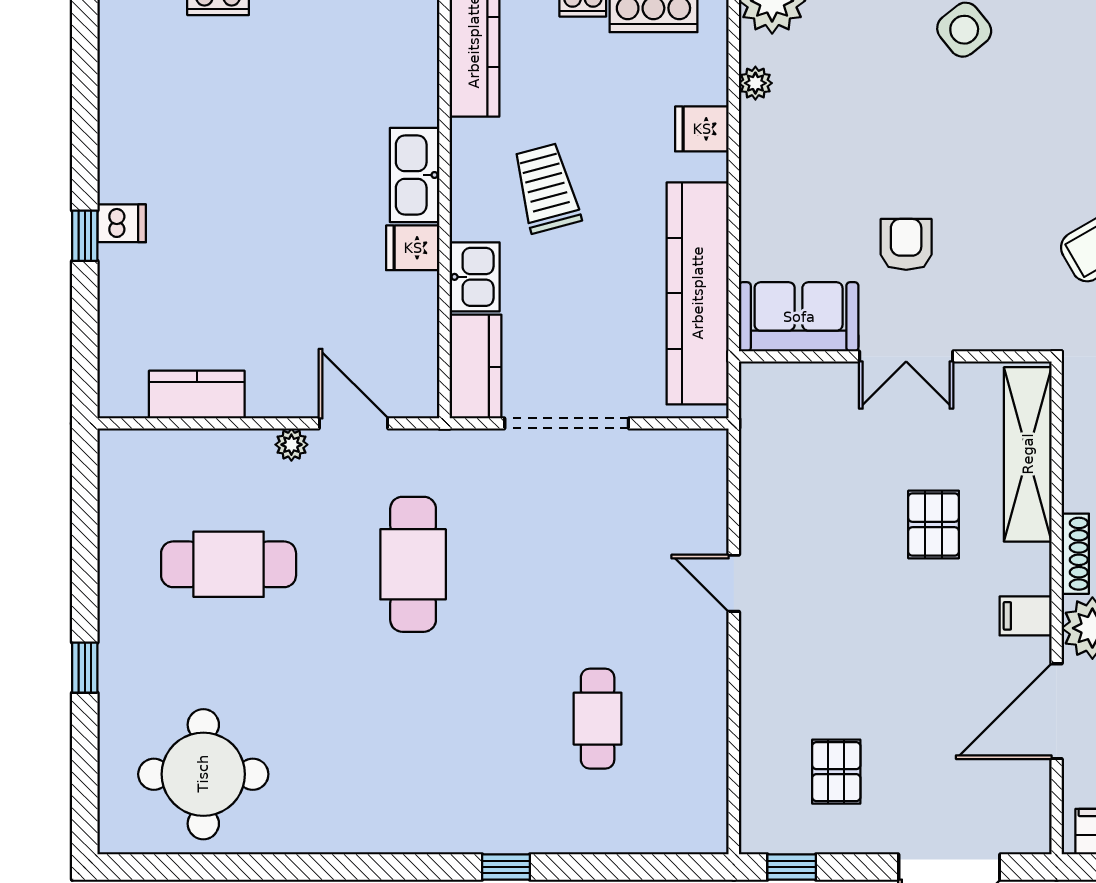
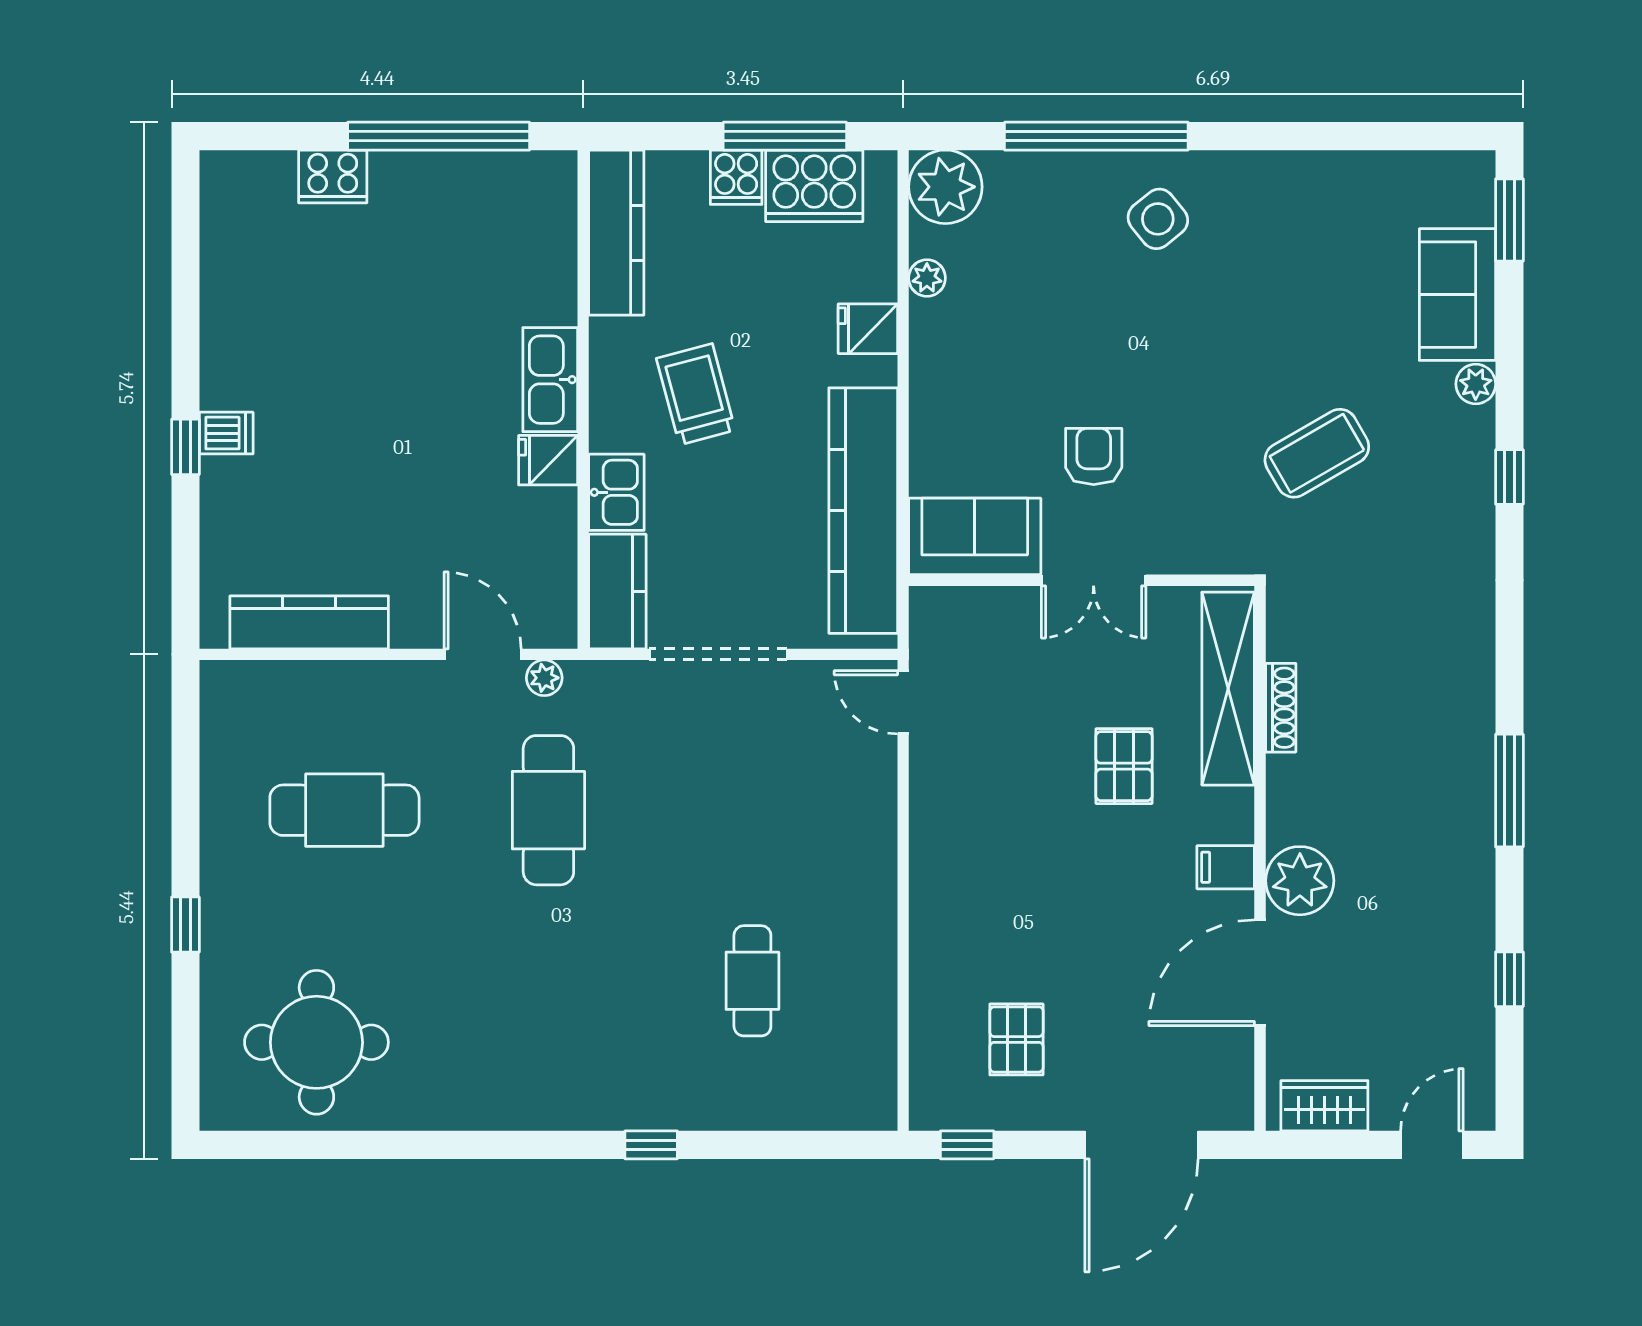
kitchen counter: (197, 395) -> (309, 622), width x1.50
plant: (291, 445) -> (544, 678), moved
shoe rack: (1075, 554) -> (1281, 708), moved
door: (734, 583) -> (903, 702), moved

